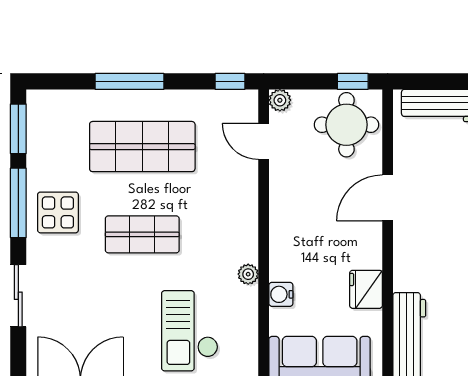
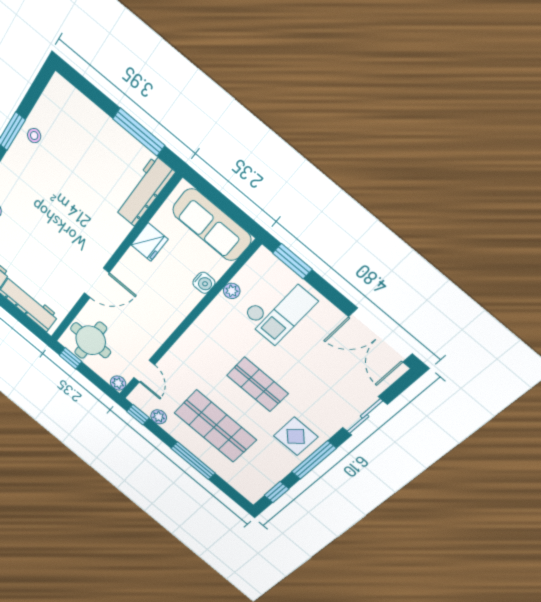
plant: (207, 100) -> (159, 417), added
window: (18, 129) -> (276, 492), width x0.67
plant: (248, 274) -> (232, 291), moved

